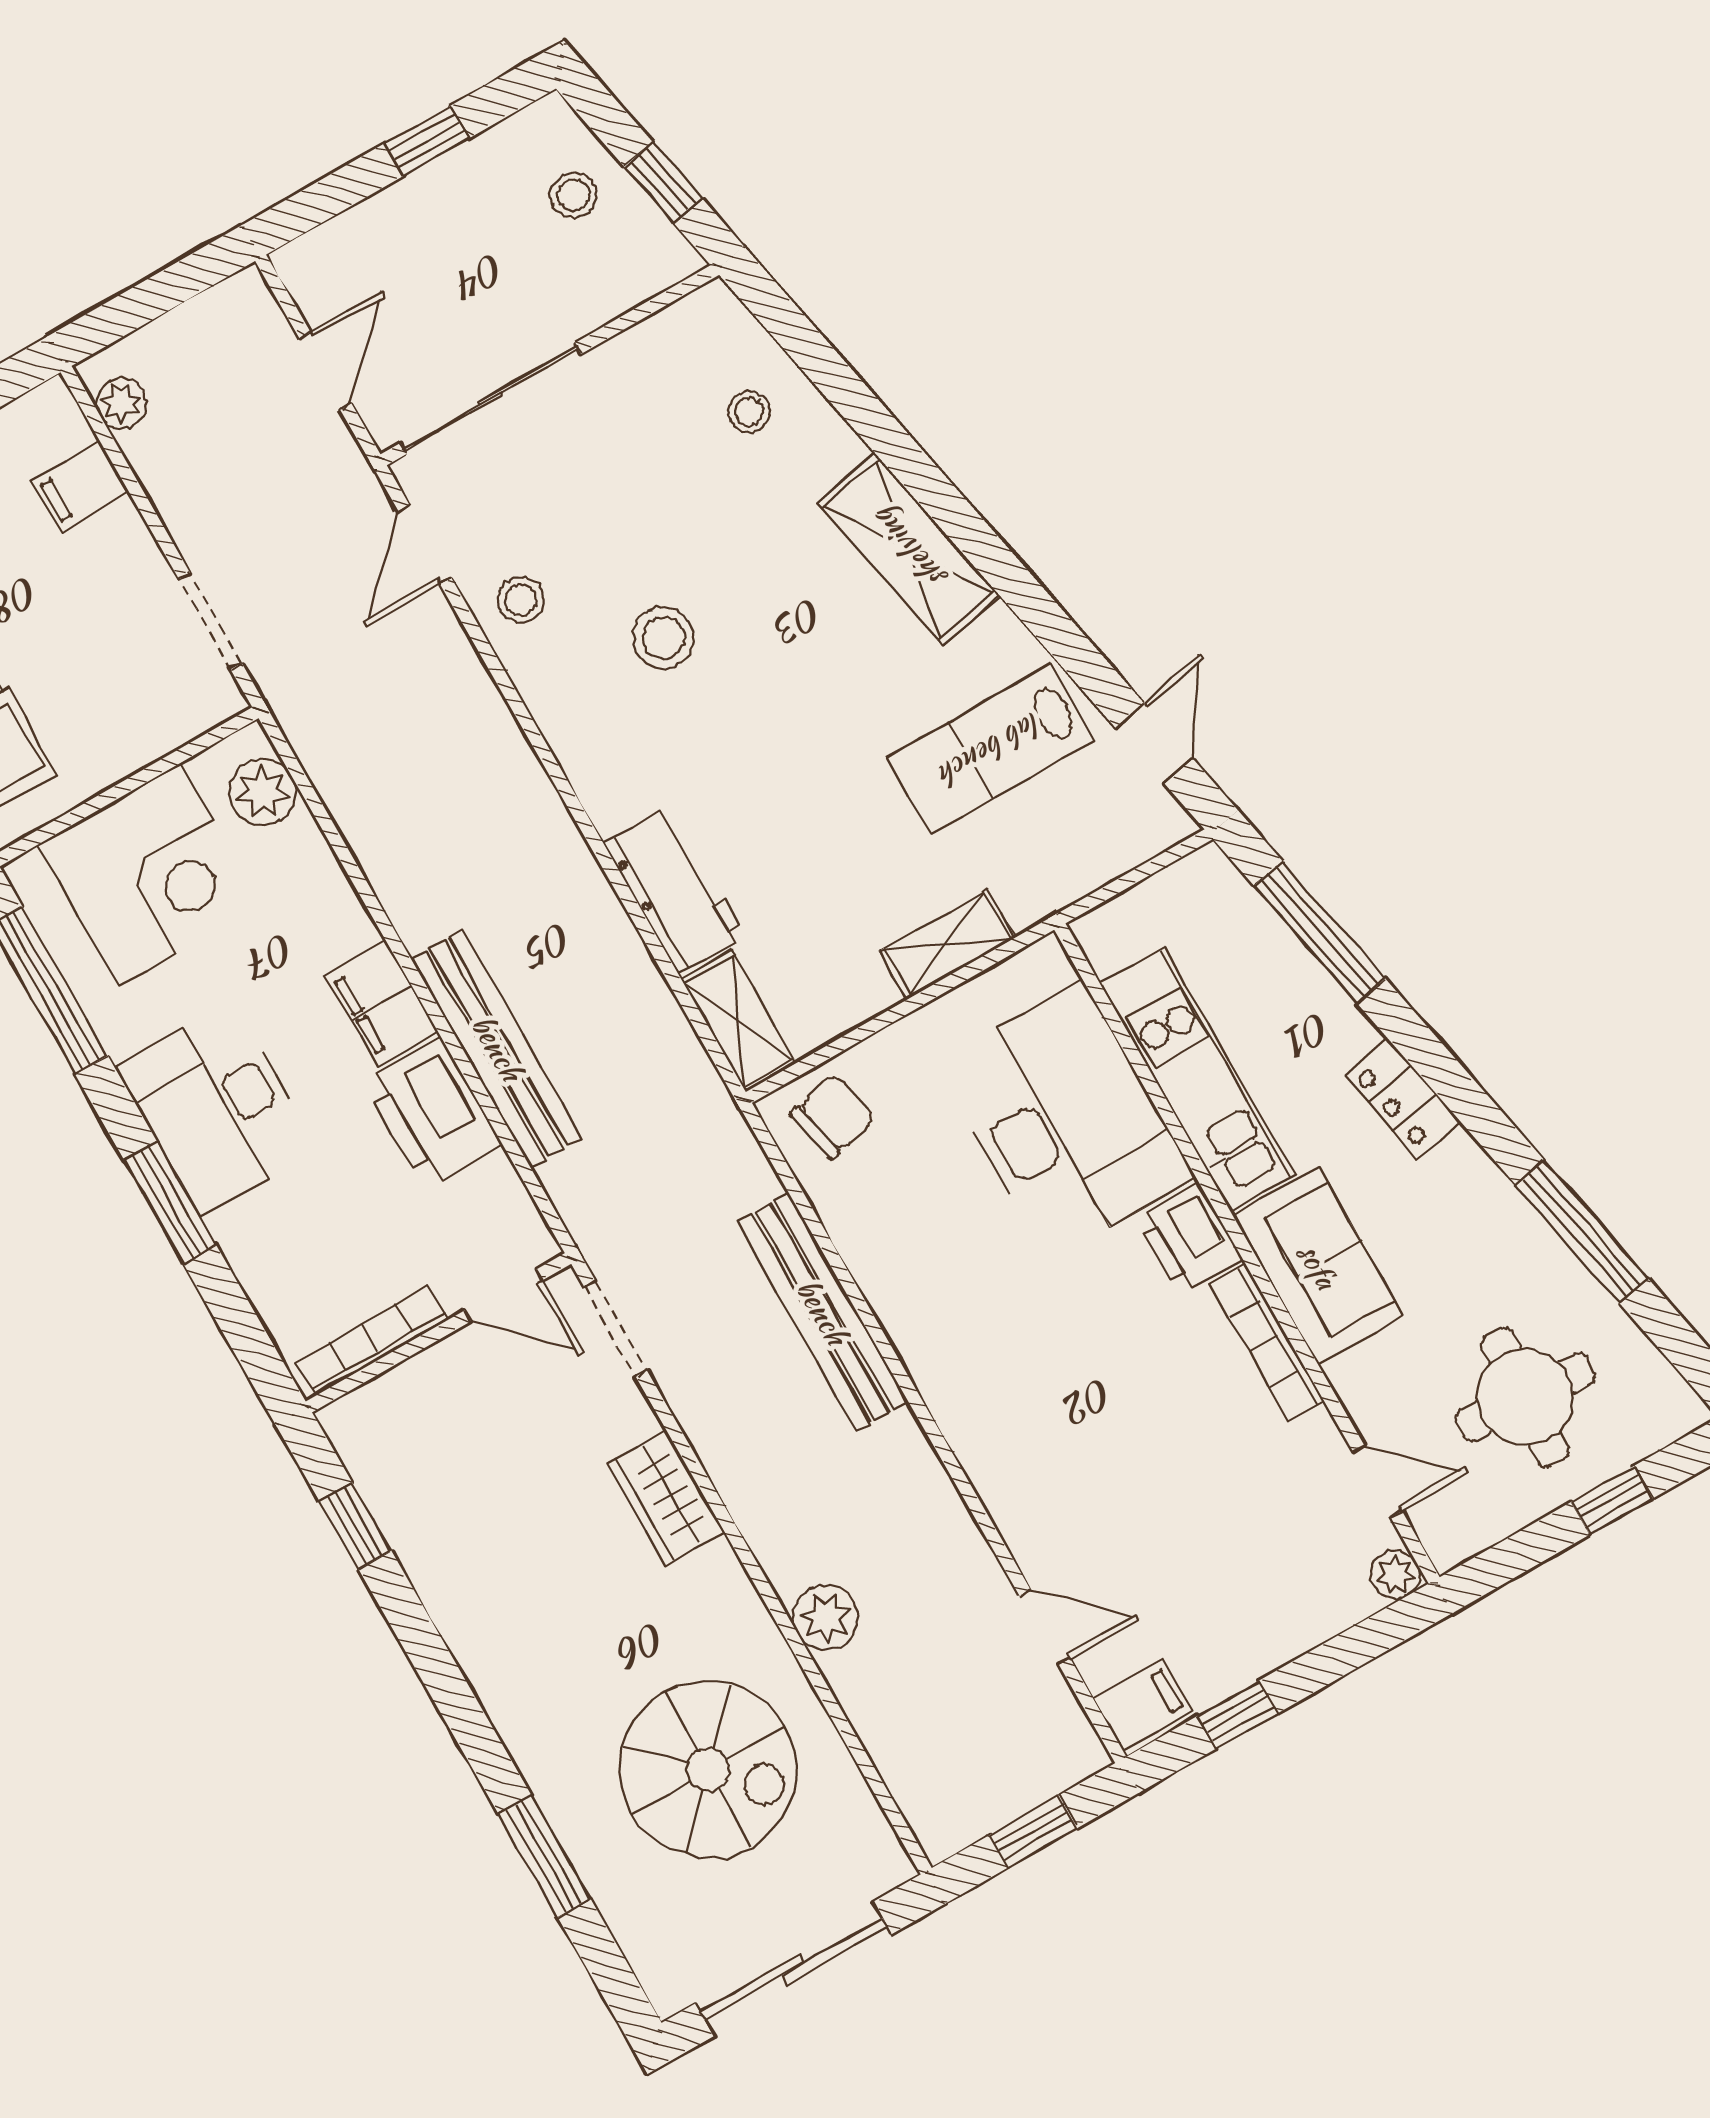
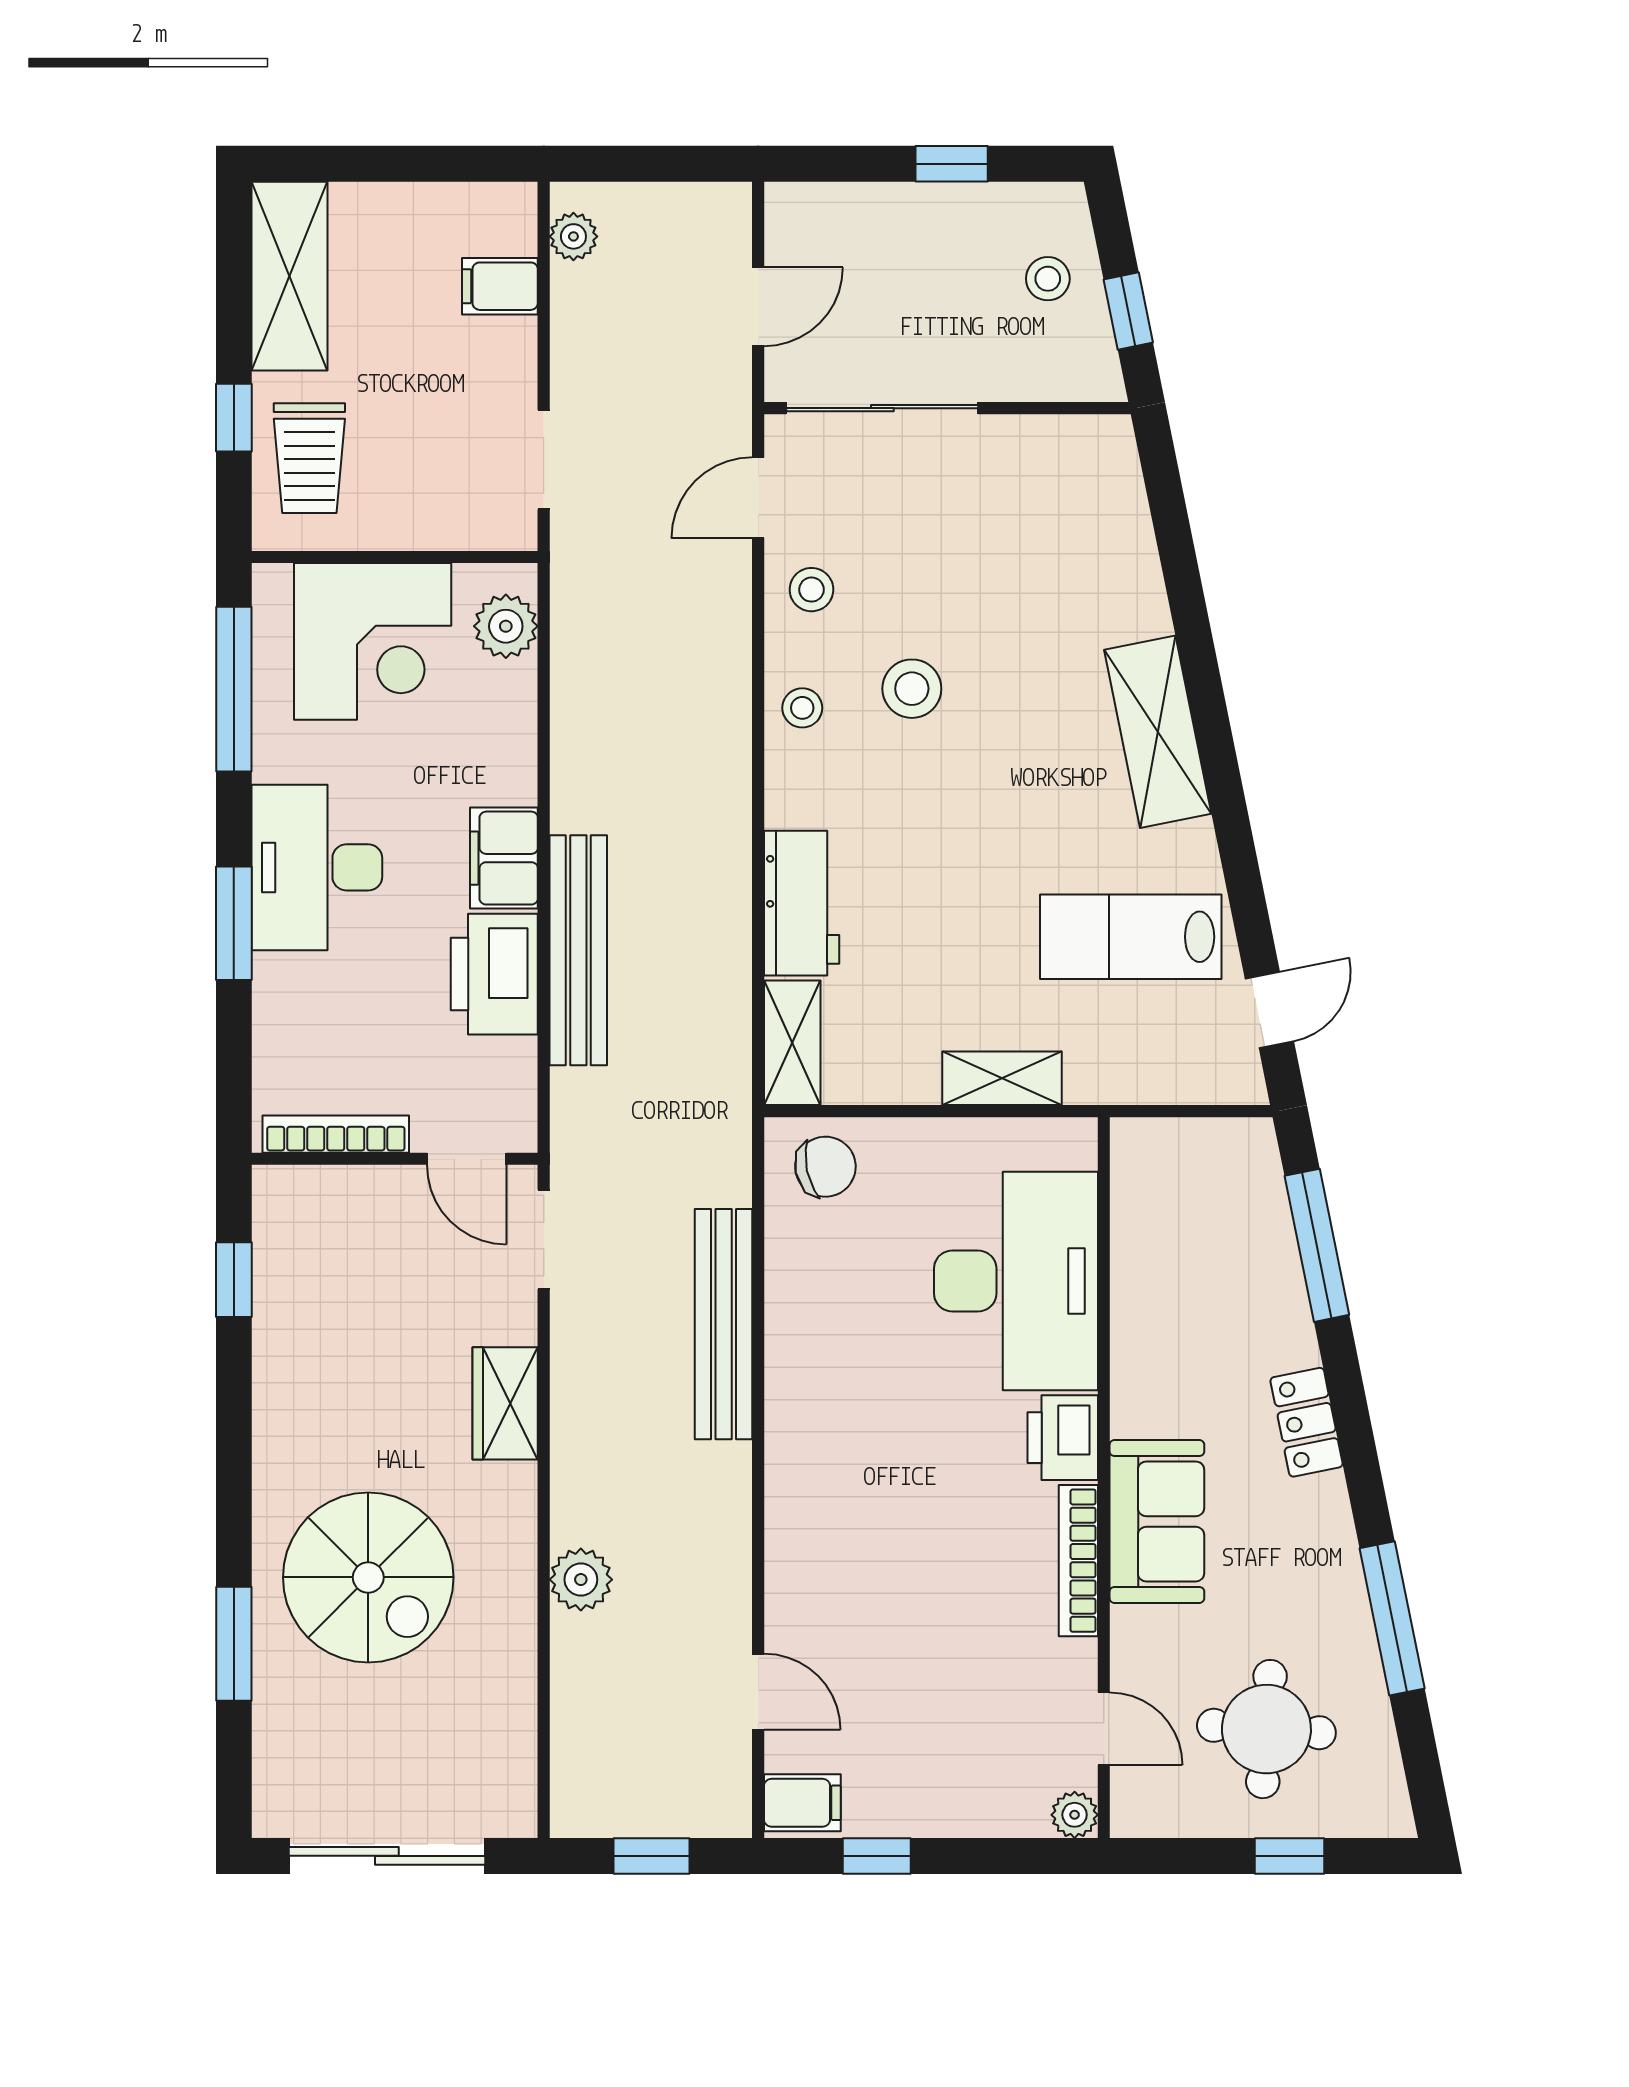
stool: (749, 412) -> (802, 708), moved
kitchen unit: (1197, 1080) -> (1145, 1310), removed
spiral stairs: (708, 1769) -> (368, 1577), moved

